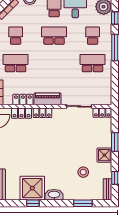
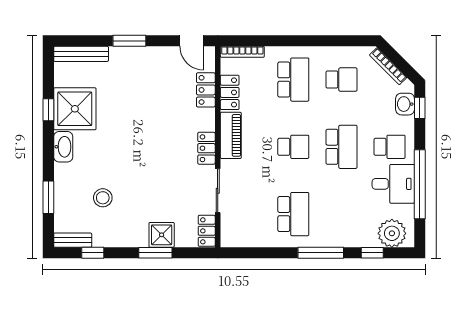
school desk: (93, 36) -> (293, 147), moved
locker: (42, 113) -> (206, 148), moved
shower: (104, 155) -> (162, 235), moved

